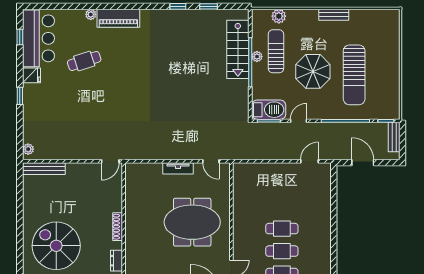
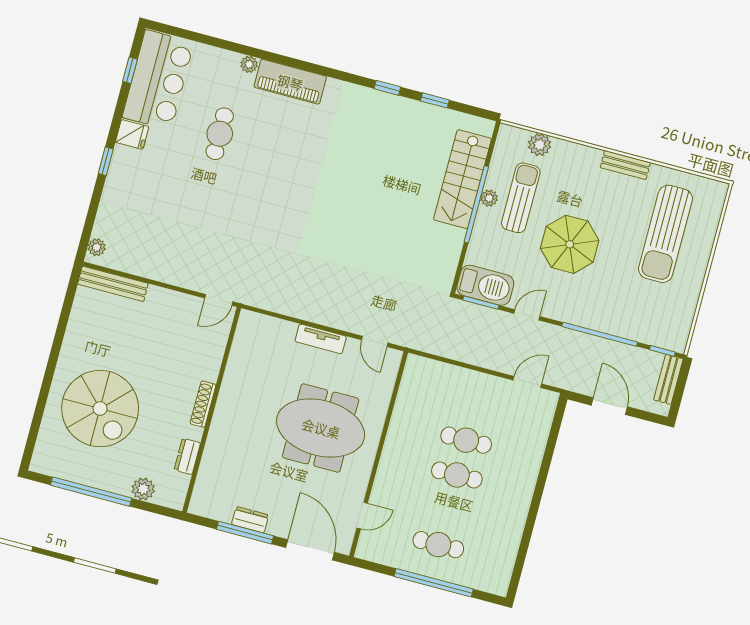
cafe table: (84, 61) -> (220, 134), turned -72
sun lounger: (354, 75) -> (665, 234), moved
spiral stairs: (56, 246) -> (100, 409), turned 180
cafe table: (282, 251) -> (466, 440), moved

